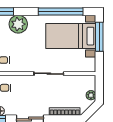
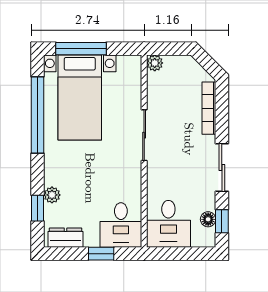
plant: (18, 24) -> (52, 195), width x0.53, depth x0.53
plant: (91, 95) -> (155, 63), moved

